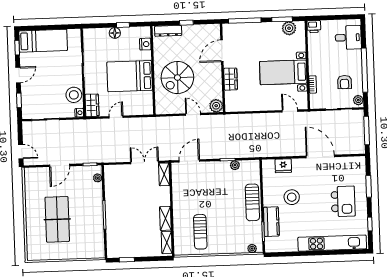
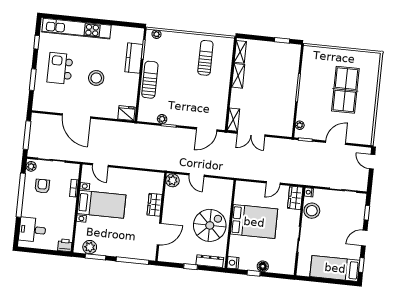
nightstand: (145, 44) -> (233, 263), moved
spiral stairs: (177, 78) -> (210, 225), moved
fridge: (283, 166) -> (126, 113), moved
stool: (292, 197) -> (96, 78), moved

